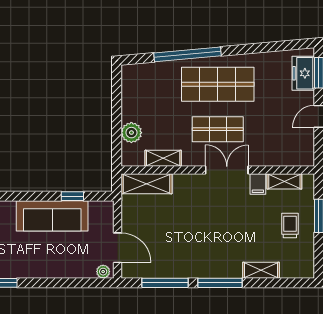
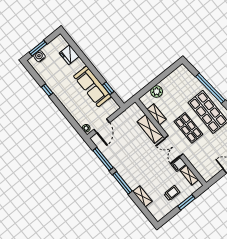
double door: (227, 170) -> (174, 146), swing flipped
shelving: (146, 184) -> (150, 129), moved

